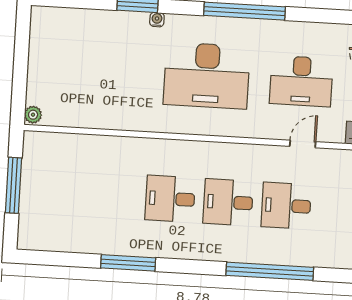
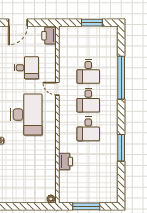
desk: (301, 81) -> (26, 68), width x0.73
door: (303, 144) -> (57, 89), moved
printer: (107, 149) -> (66, 161), added

